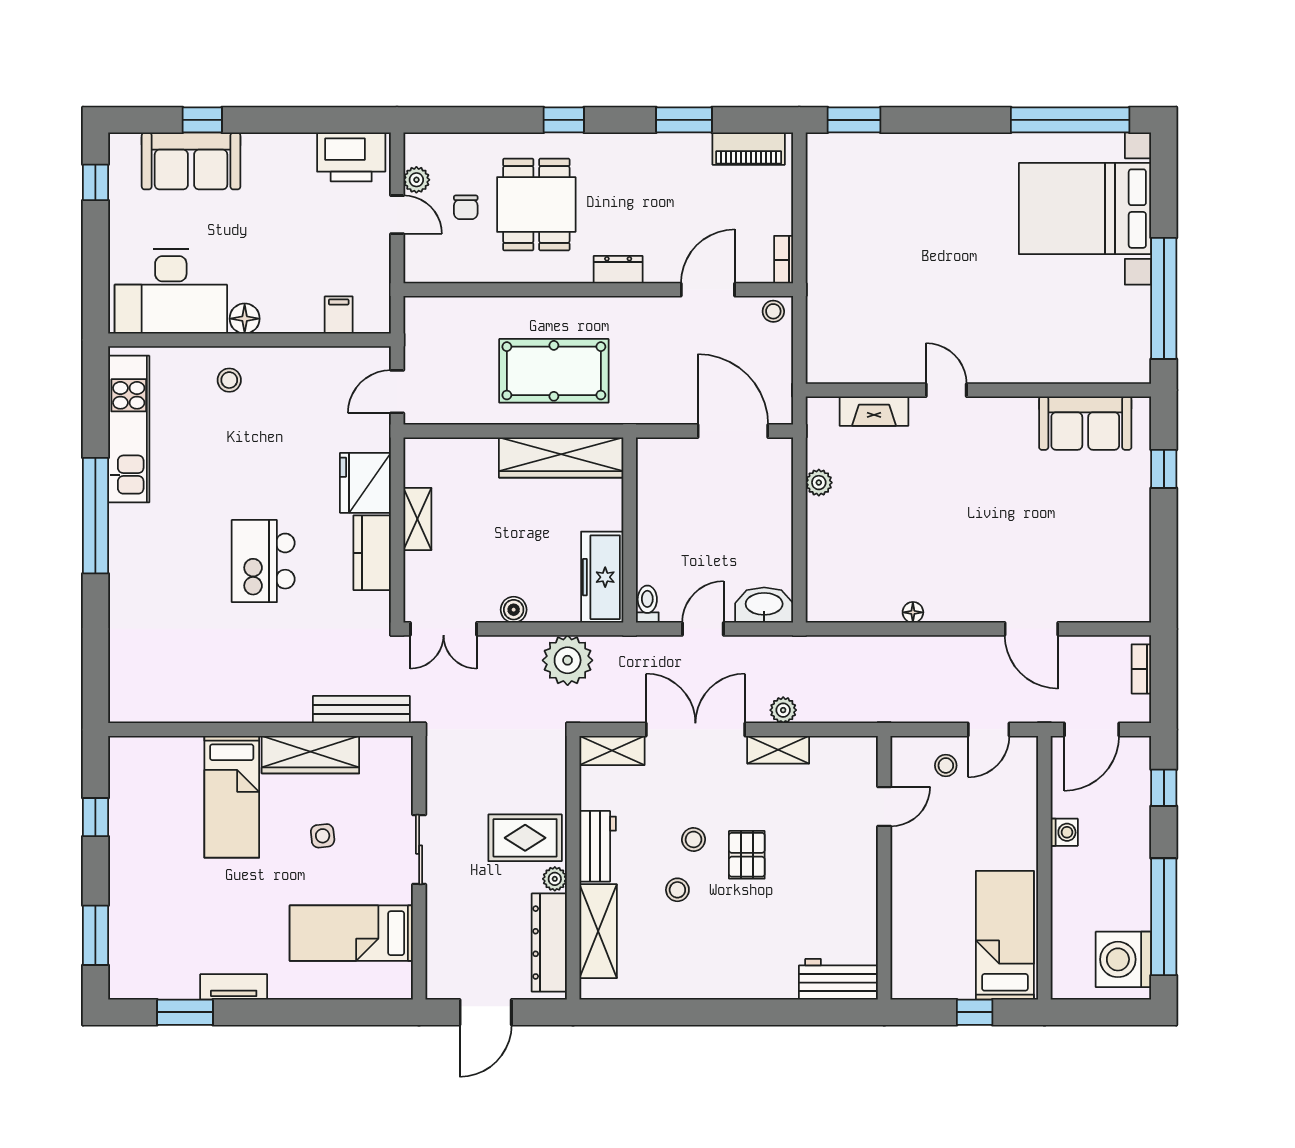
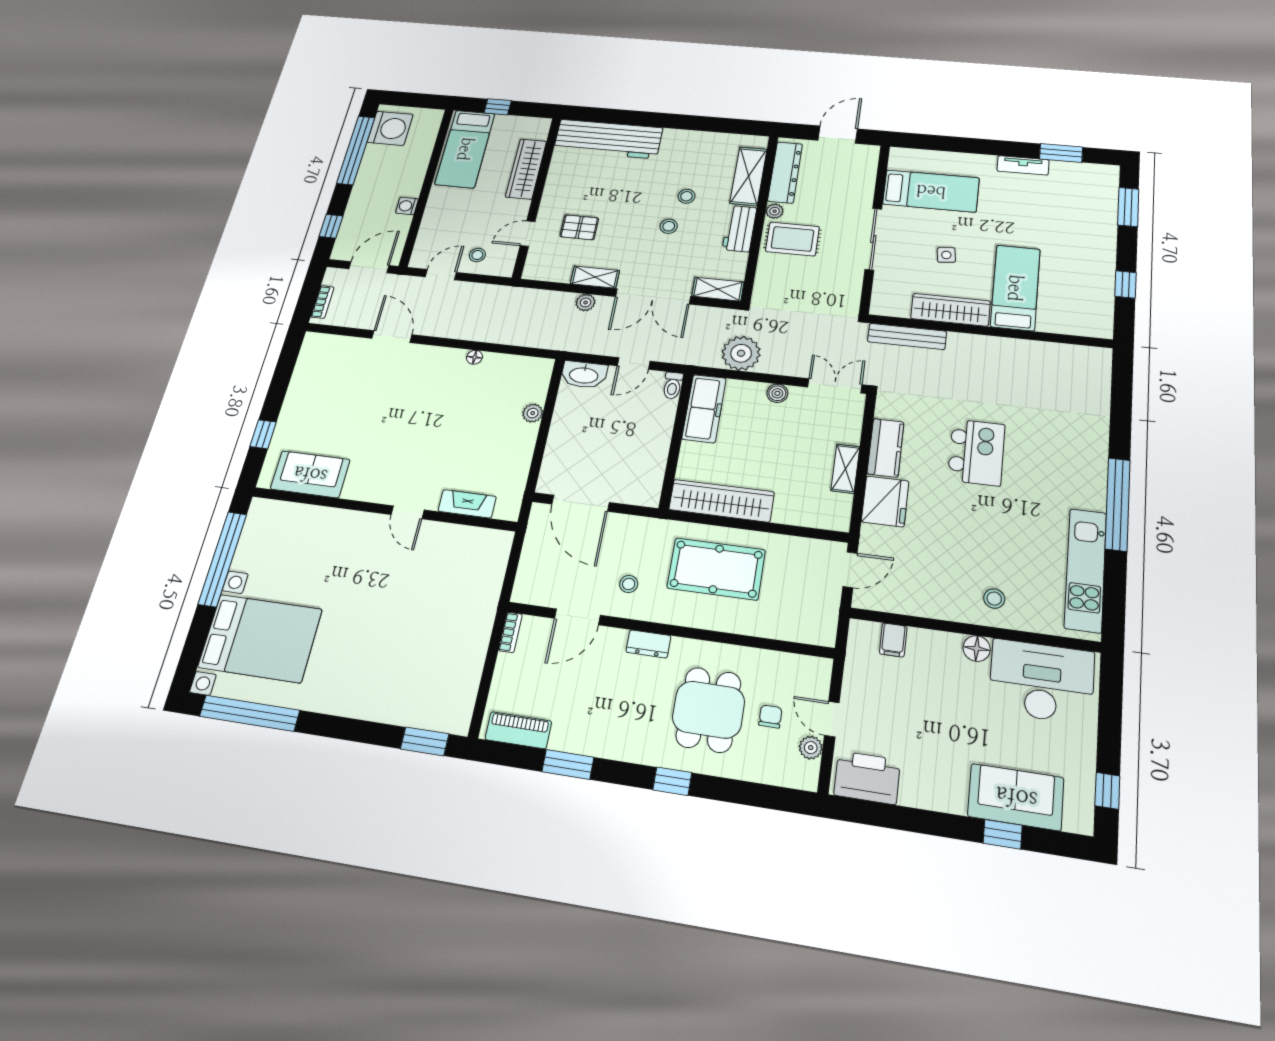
stool: (773, 311) -> (629, 584), moved
plant: (819, 483) -> (533, 413), moved
sliding door: (419, 850) -> (873, 239), width x1.37
pallet: (747, 855) -> (579, 227), moved, turned 90
wardrobe: (910, 911) -> (526, 169), added
workbench: (838, 979) -> (608, 139), width x1.88, depth x1.32

